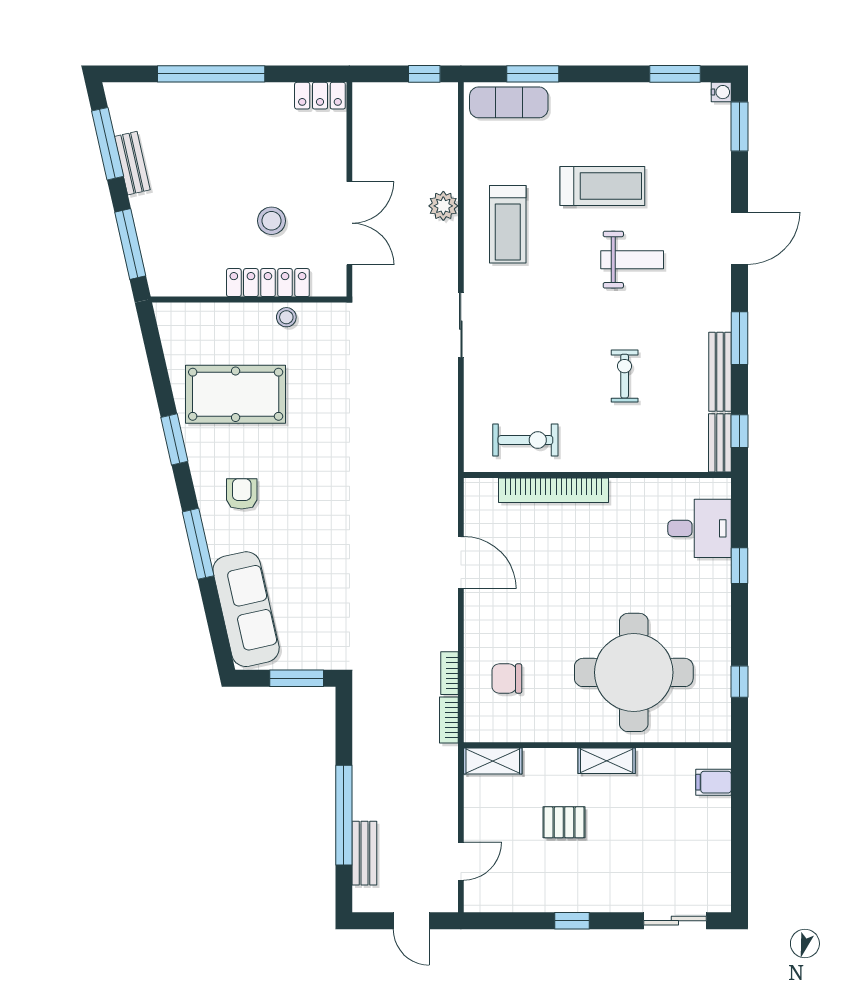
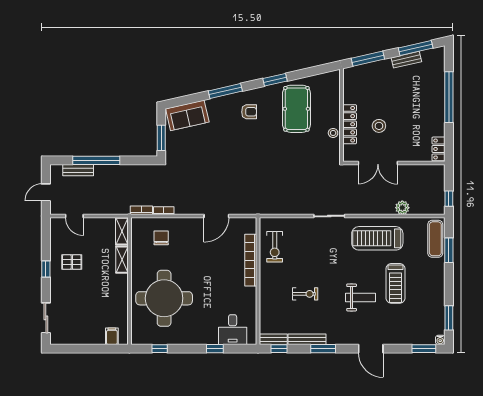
plant: (443, 206) -> (402, 208), moved
treadmill: (508, 224) -> (377, 238), width x1.37, depth x1.38
weight bench: (632, 260) -> (360, 297), turned -90
sofa: (246, 609) -> (187, 115), width x0.73
shelving: (607, 761) -> (122, 260), moved
pallet: (564, 822) -> (72, 262), moved, turned 90

